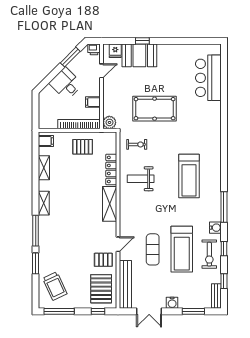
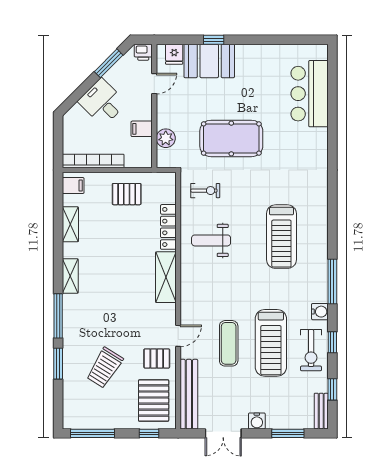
plant: (109, 122) -> (166, 138), moved
bookcase: (79, 124) -> (93, 161), moved
trolley: (55, 286) -> (105, 368), moved, turned 57

